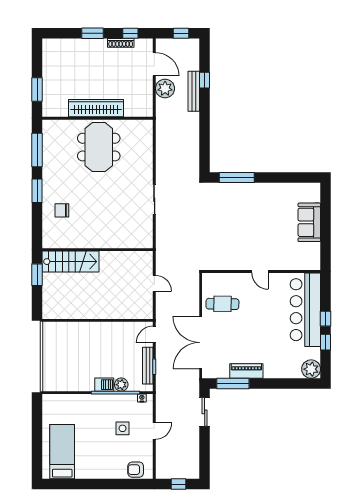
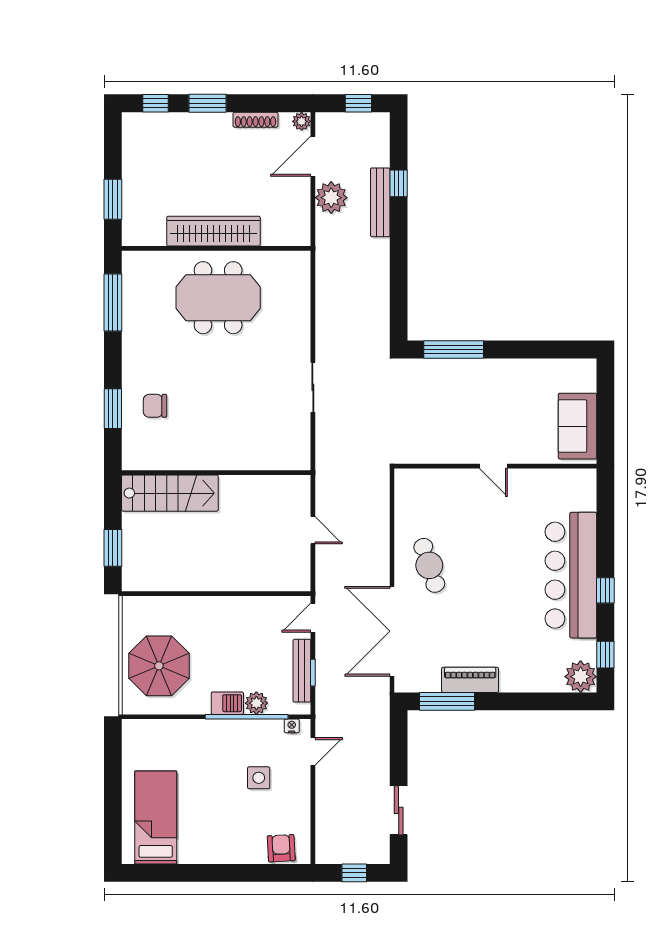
window: (130, 33) -> (155, 103), moved
plant: (148, 44) -> (302, 121), added
door: (154, 64) -> (313, 156), swing flipped
meeting table: (99, 147) -> (218, 298), turned 90
window: (37, 191) -> (113, 409), moved
door: (260, 272) -> (493, 466), moved
wall: (261, 272) -> (495, 466), moved
window: (37, 275) -> (113, 548), moved
cafe table: (222, 304) -> (429, 565), turned 71
window: (326, 342) -> (605, 655), moved
parasol: (64, 363) -> (159, 666), added
sliding door: (205, 412) -> (399, 810), moved
door: (154, 431) -> (313, 751), moved
armchair: (136, 470) -> (281, 848), turned 87

